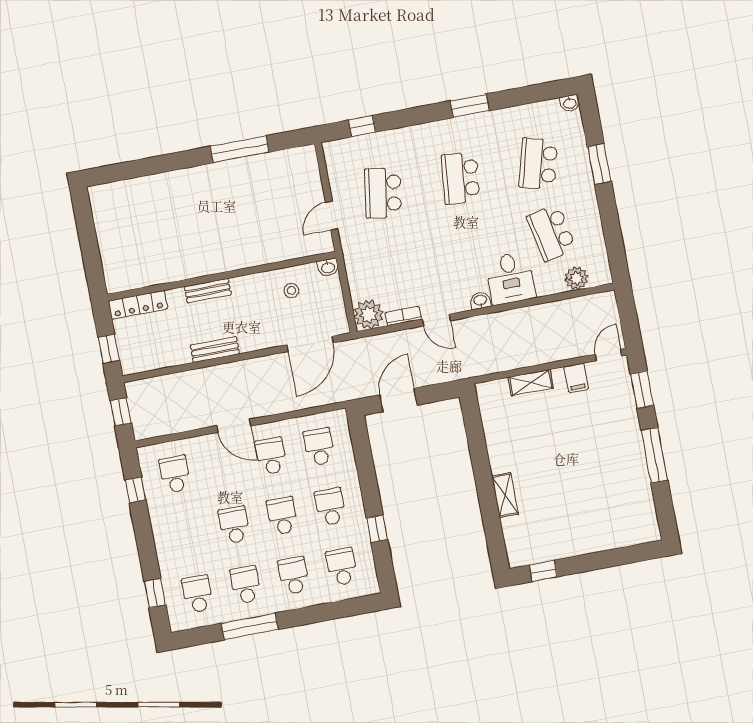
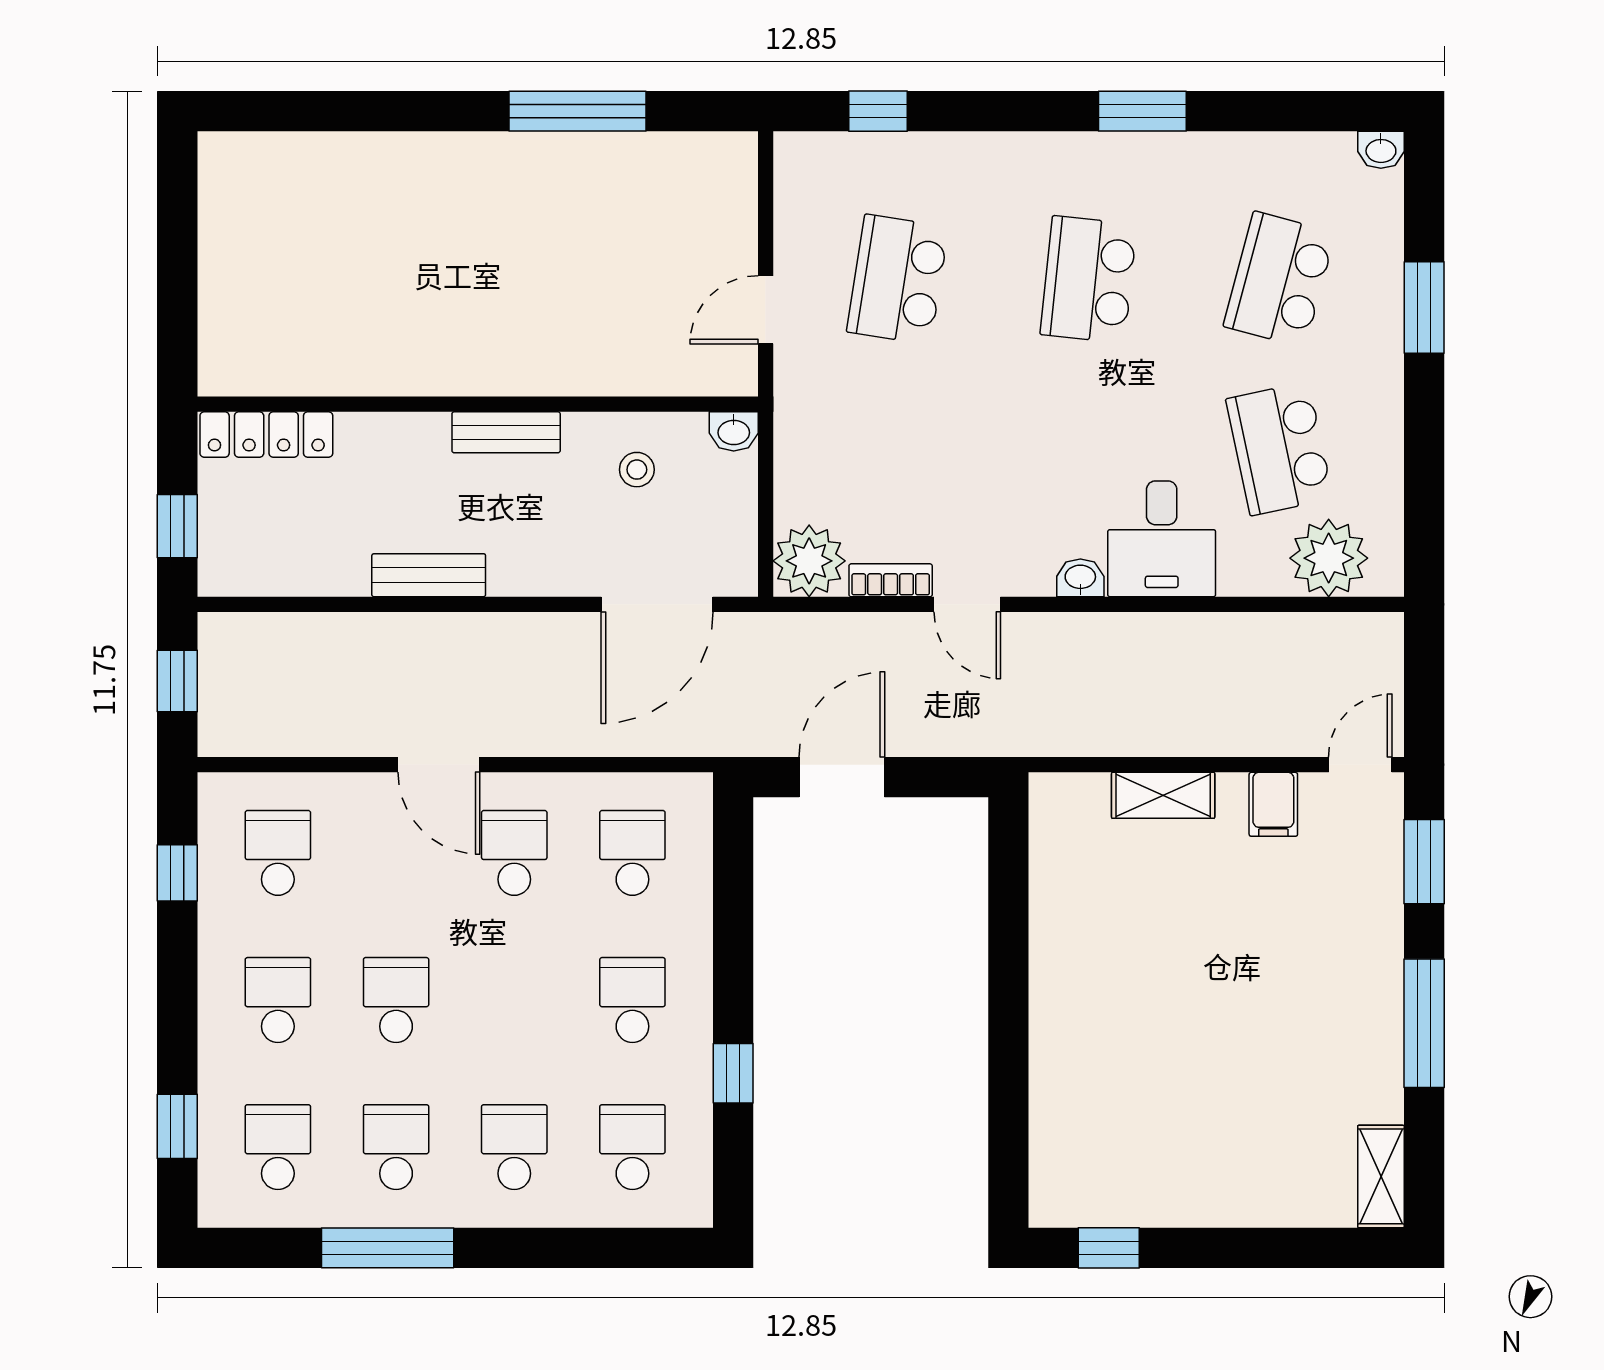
plant: (576, 278) -> (1329, 558), width x1.36, depth x1.36
bench: (208, 291) -> (506, 432), moved
shelving: (505, 495) -> (1381, 1176), moved
school desk: (282, 516) -> (278, 1000), moved

